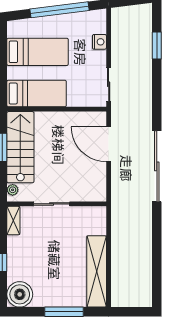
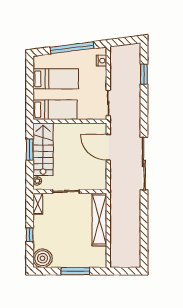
nightstand: (99, 42) -> (101, 61), moved
shelving: (97, 271) -> (99, 220), moved

